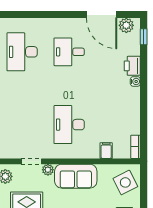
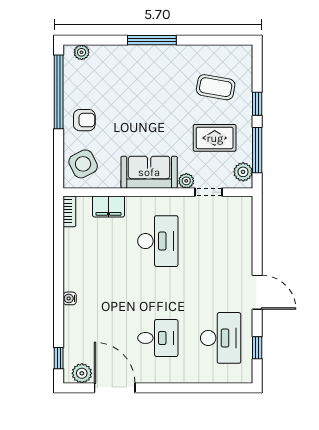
printer: (132, 66) -> (74, 319), removed
filing cabinet: (106, 151) -> (109, 206), width x2.00

